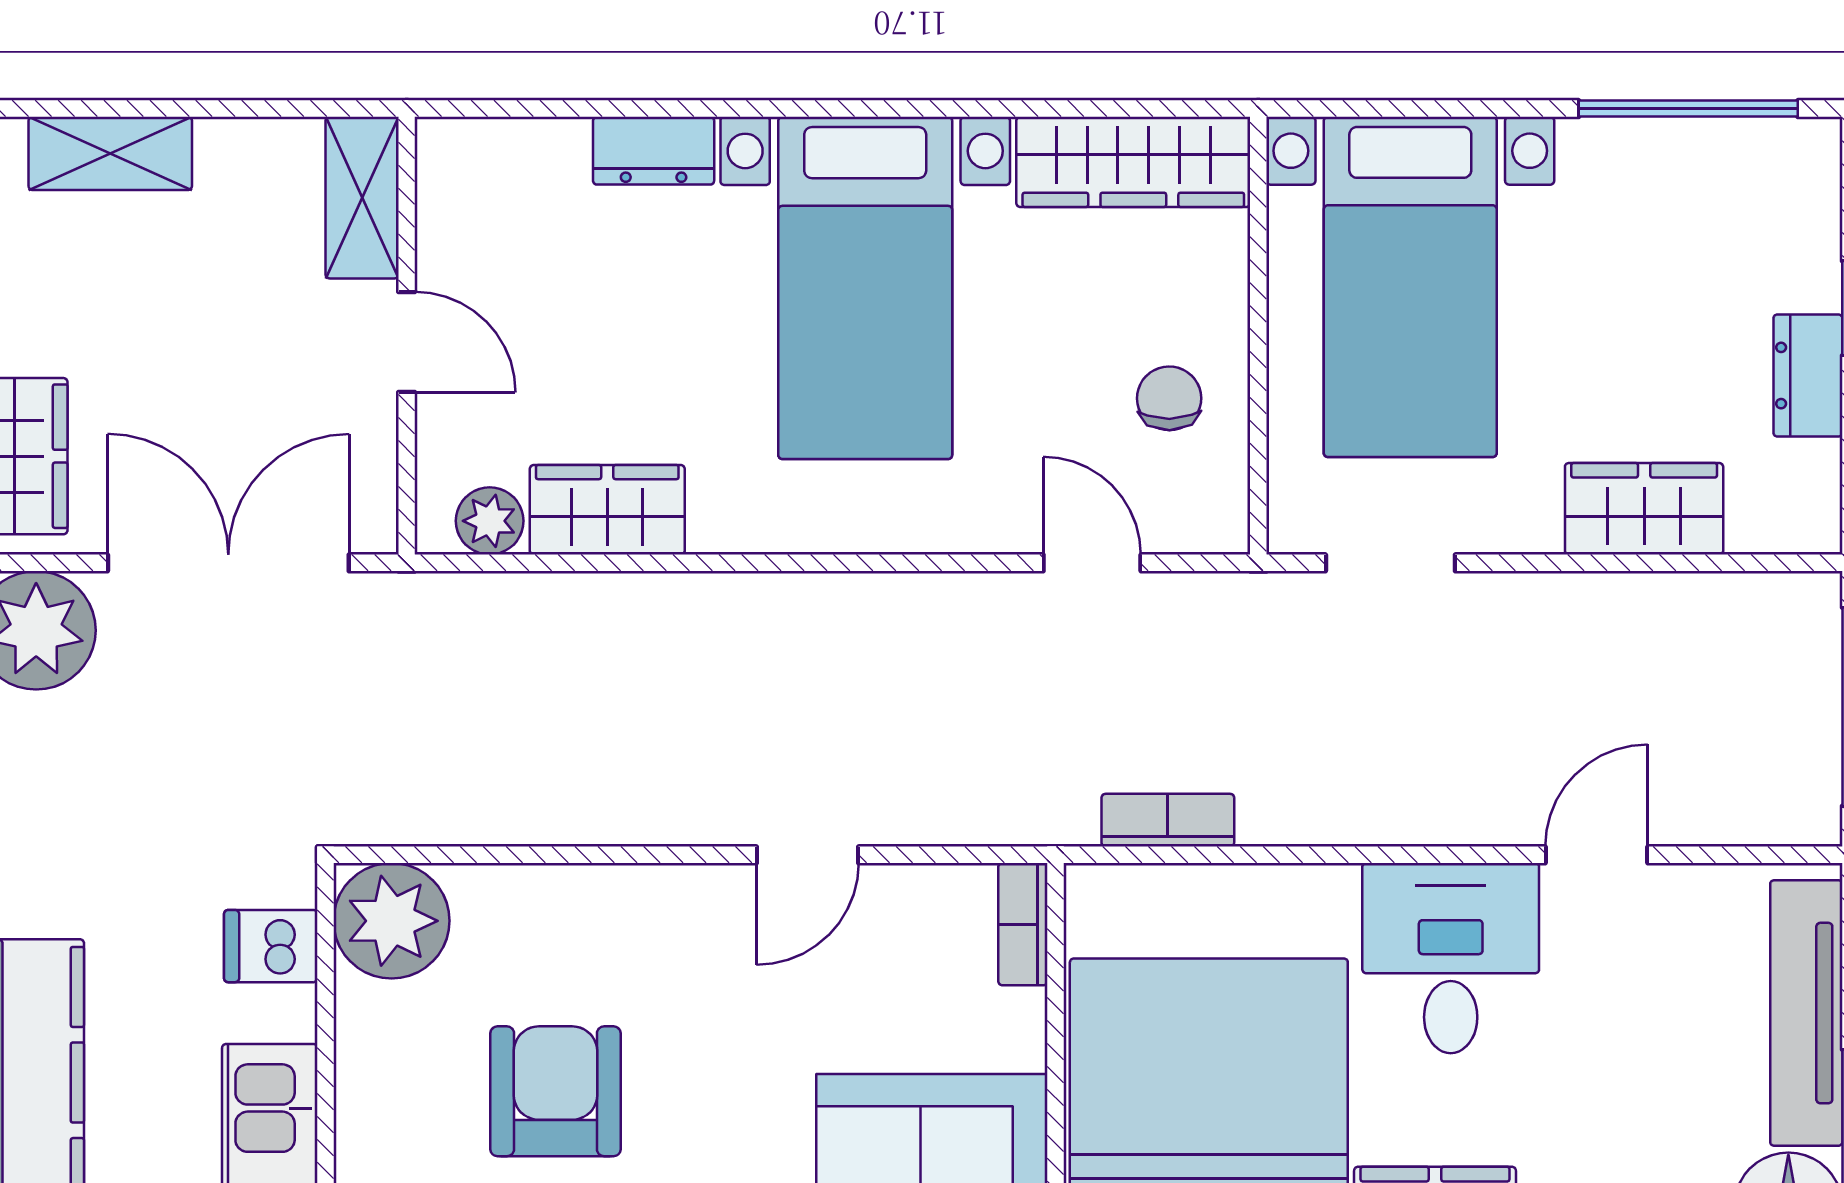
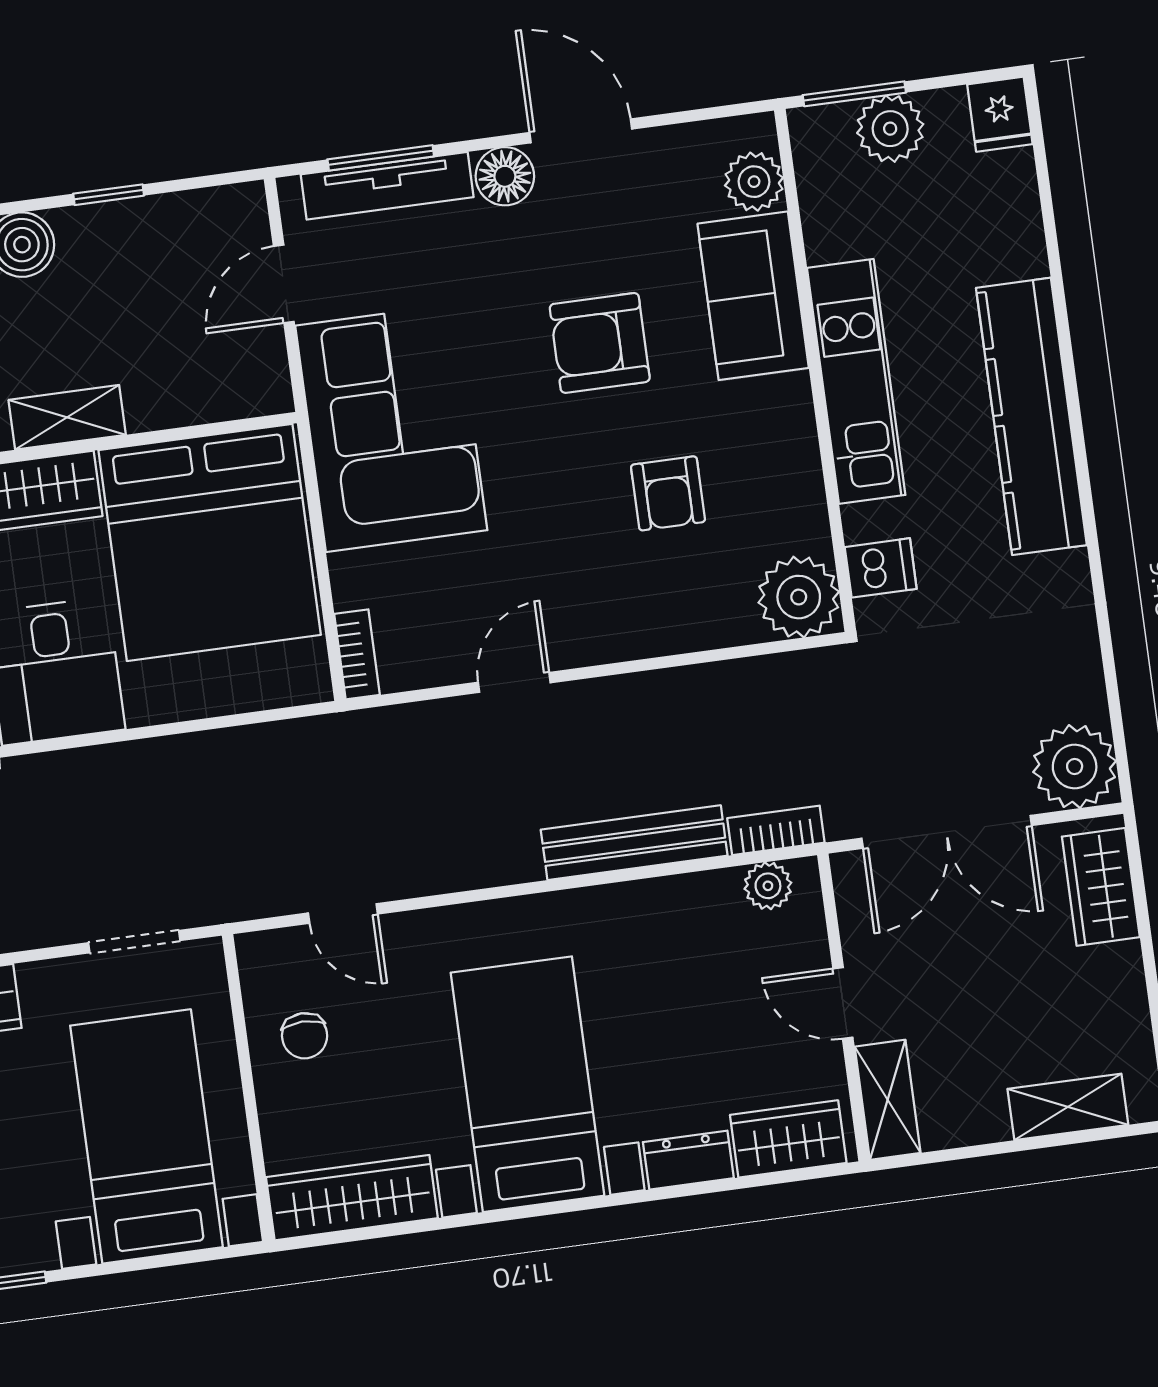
wardrobe: (607, 510) -> (788, 1139), moved, turned 180
bench: (669, 607) -> (634, 843), added
bookcase: (1168, 820) -> (776, 830), moved, turned 180
armchair: (556, 1091) -> (668, 493), width x0.72, depth x0.72

